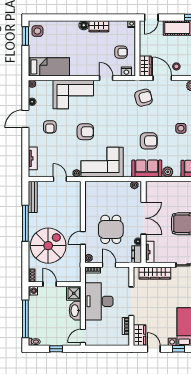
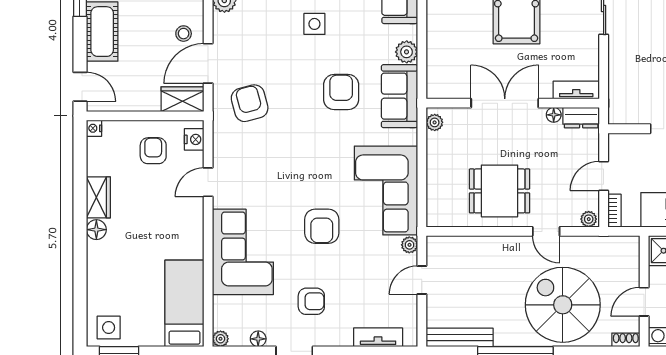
armchair: (85, 132) -> (322, 226), turned 180
dining table: (111, 229) -> (500, 191), moved
wardrobe: (155, 273) -> (621, 79), removed

